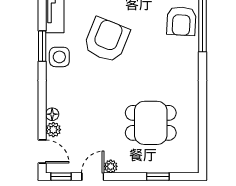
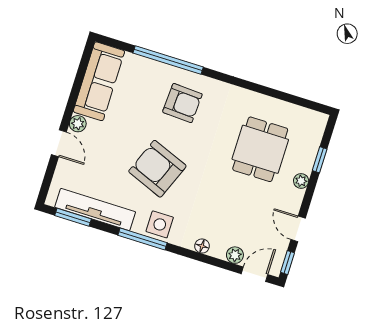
armchair: (181, 21) -> (182, 103), moved
window: (42, 46) -> (143, 239), width x1.44
floor lamp: (52, 114) -> (202, 246), moved
plant: (111, 166) -> (301, 181), moved

